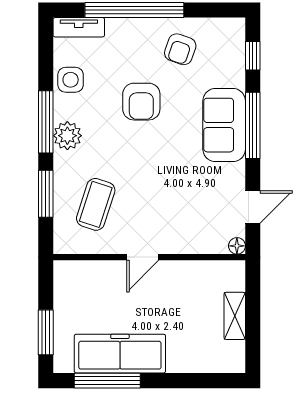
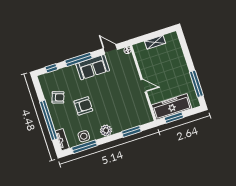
window: (46, 122) -> (84, 147), moved
sofa: (224, 125) -> (93, 67), moved
coffee table: (96, 204) -> (129, 111), removed
window: (46, 332) -> (174, 118), moved
freezer: (120, 354) -> (172, 107), moved, turned 90

